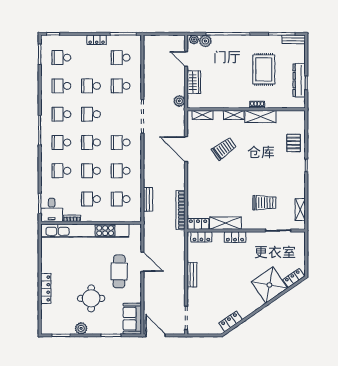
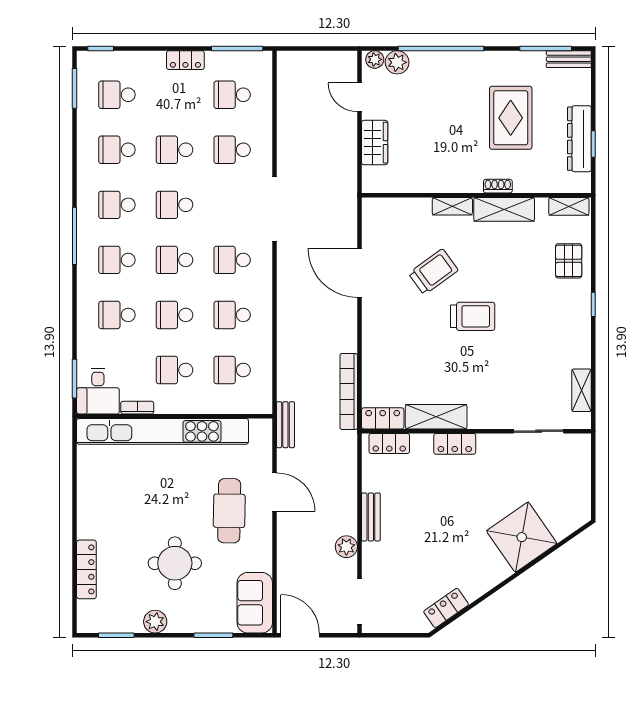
plant: (179, 101) -> (346, 547), moved
shelving: (203, 115) -> (569, 206), moved
bench: (148, 199) -> (285, 425), moved
trolley: (264, 203) -> (473, 316), moved
locker: (294, 278) -> (569, 524), removed
locker: (46, 288) -> (86, 569), moved

